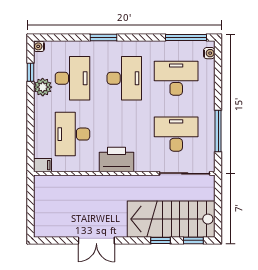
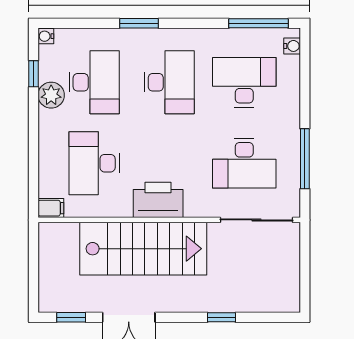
desk: (176, 134) -> (244, 163), turned 180
stairs: (171, 219) -> (143, 249), moved, turned 180
window: (193, 240) -> (71, 317), moved

